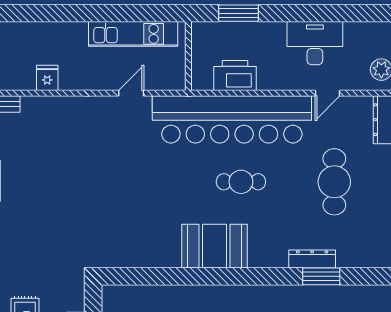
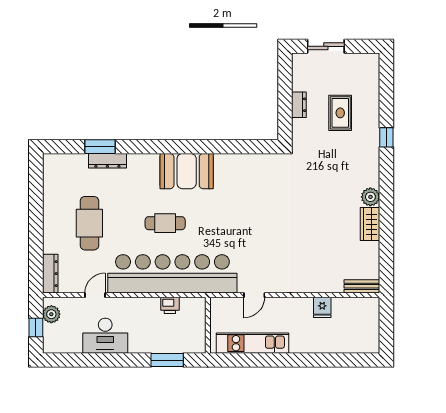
printer: (235, 76) -> (170, 305), width x0.53, depth x0.68

